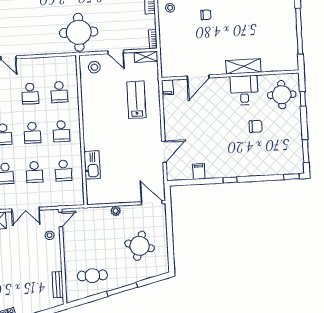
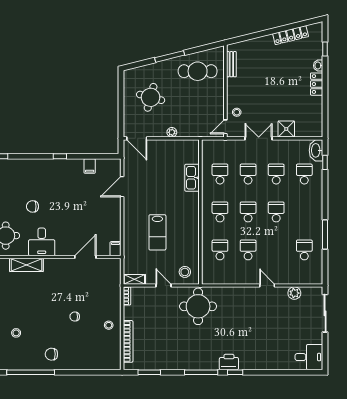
shelving: (243, 66) -> (26, 265), moved
lab bench: (136, 100) -> (157, 232), moved
cafe table: (92, 276) -> (198, 71), width x1.37, depth x1.35

